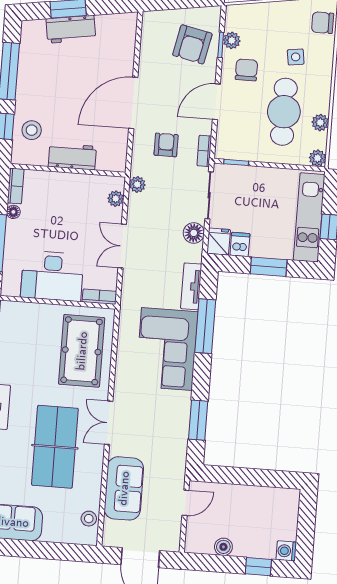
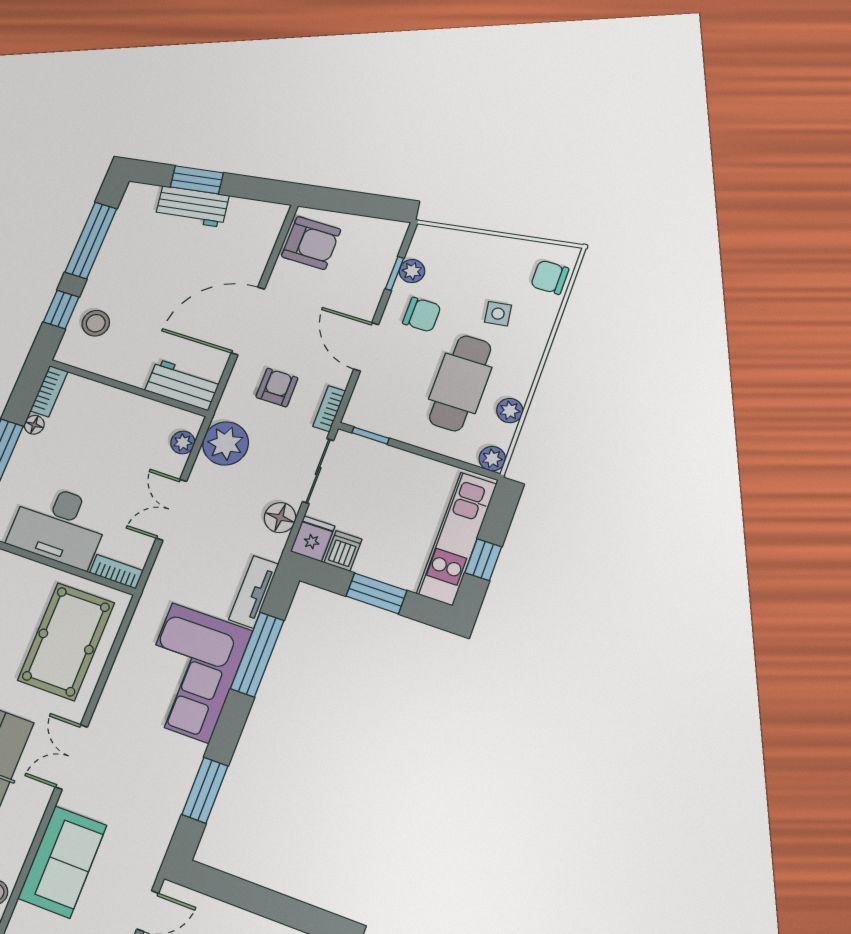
armchair: (192, 44) -> (311, 243), moved, turned -102
chair: (246, 70) -> (422, 315), turned 90
door: (216, 102) -> (366, 347), hinge flipped
workbench: (72, 156) -> (183, 385), moved
plant: (137, 184) -> (226, 443), width x1.88, depth x1.88

